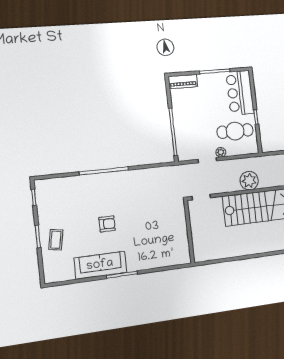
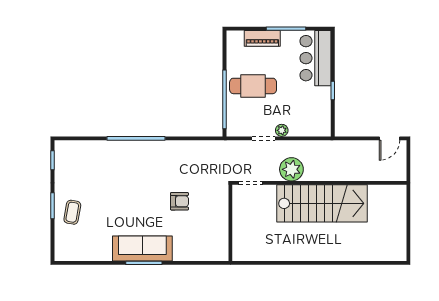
piano: (183, 82) -> (262, 38), moved
cafe table: (235, 131) -> (253, 86), moved
plant: (249, 181) -> (291, 169), moved
armchair: (107, 224) -> (179, 201), moved
sofa: (100, 265) -> (142, 248), moved

